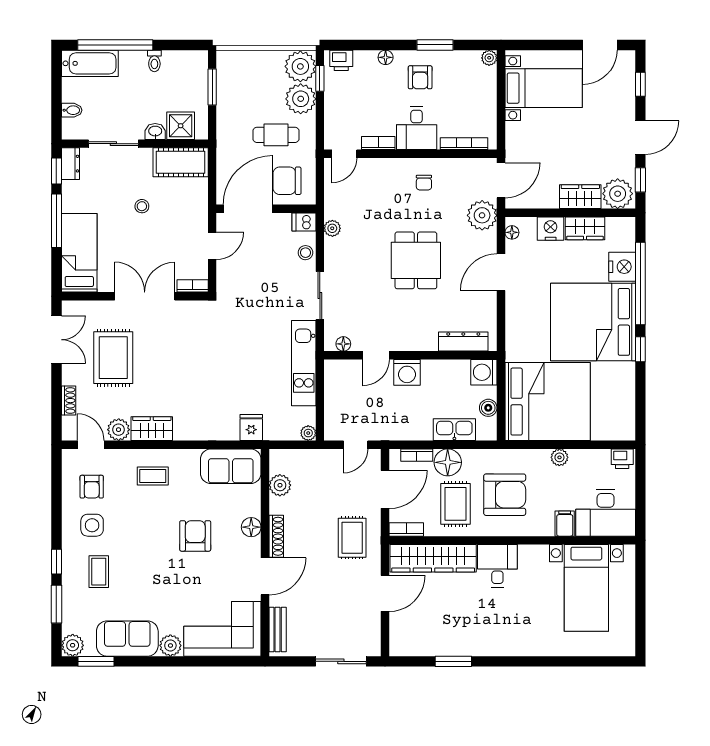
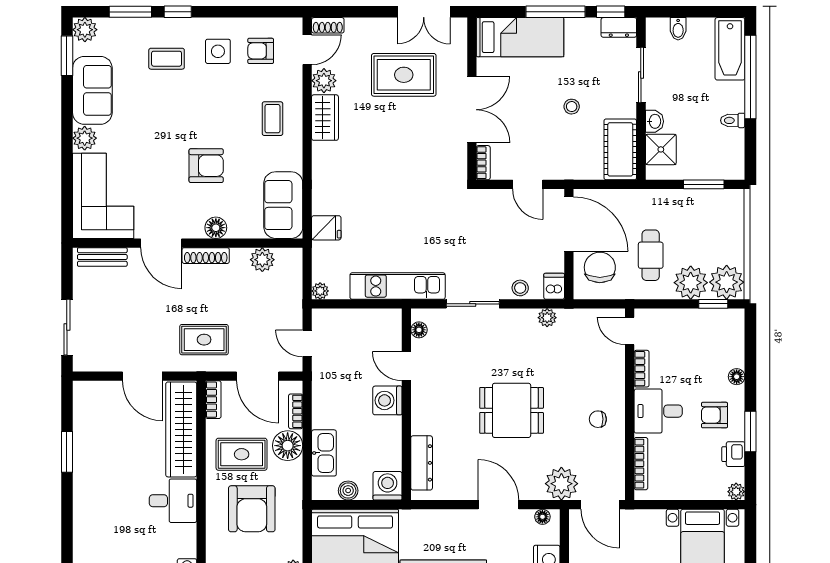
printer: (341, 60) -> (733, 454), moved
shoe rack: (69, 401) -> (328, 25), moved

